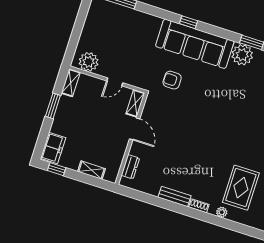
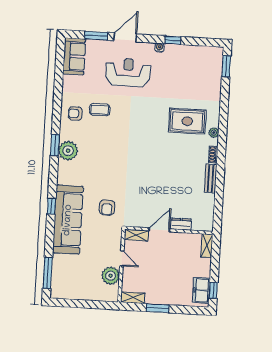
sofa: (195, 44) -> (68, 220), moved
plant: (89, 62) -> (111, 276), moved
freezer: (53, 148) -> (201, 290), moved, turned -90
dresser: (130, 167) -> (181, 224), moved
shelving: (92, 170) -> (207, 246), moved

